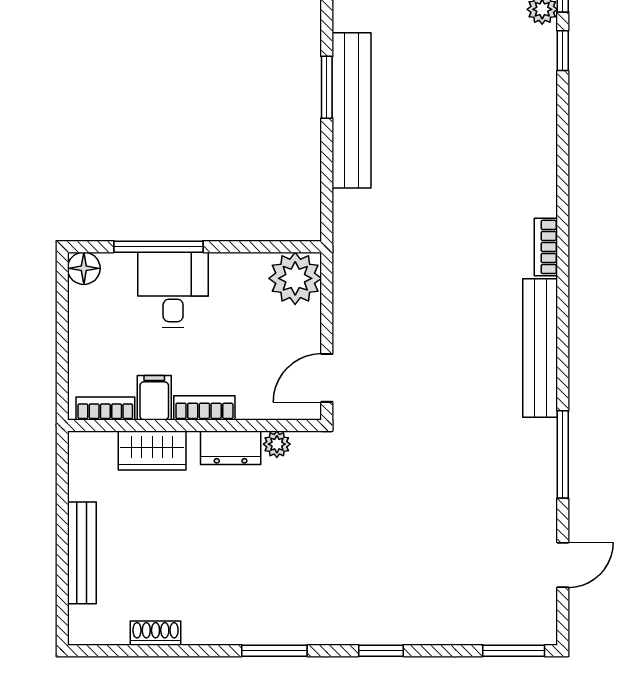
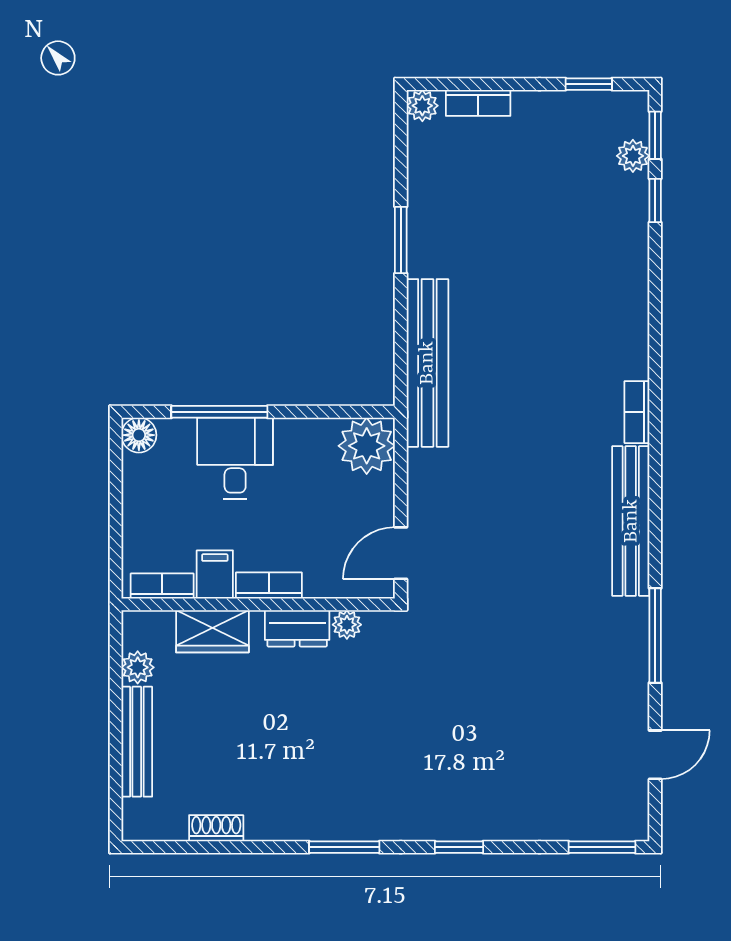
bench: (352, 110) -> (427, 363), moved
plant: (83, 484) -> (138, 667), added

